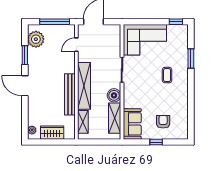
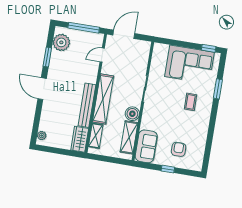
corner sofa: (145, 40) -> (189, 64), moved
wardrobe: (52, 133) -> (80, 139), moved, turned -90

